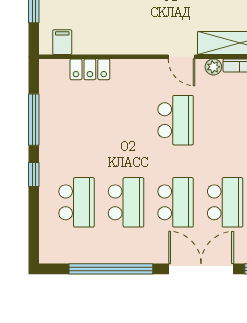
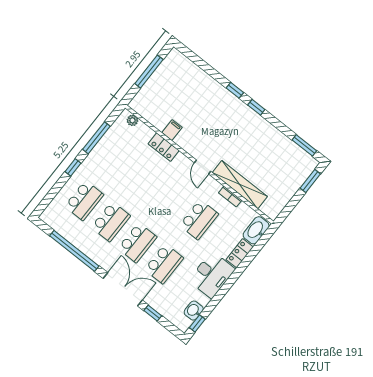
filing cabinet: (62, 42) -> (172, 130), moved
plant: (213, 67) -> (132, 120), moved
locker: (90, 69) -> (164, 147), moved
school desk: (176, 120) -> (199, 220), moved

